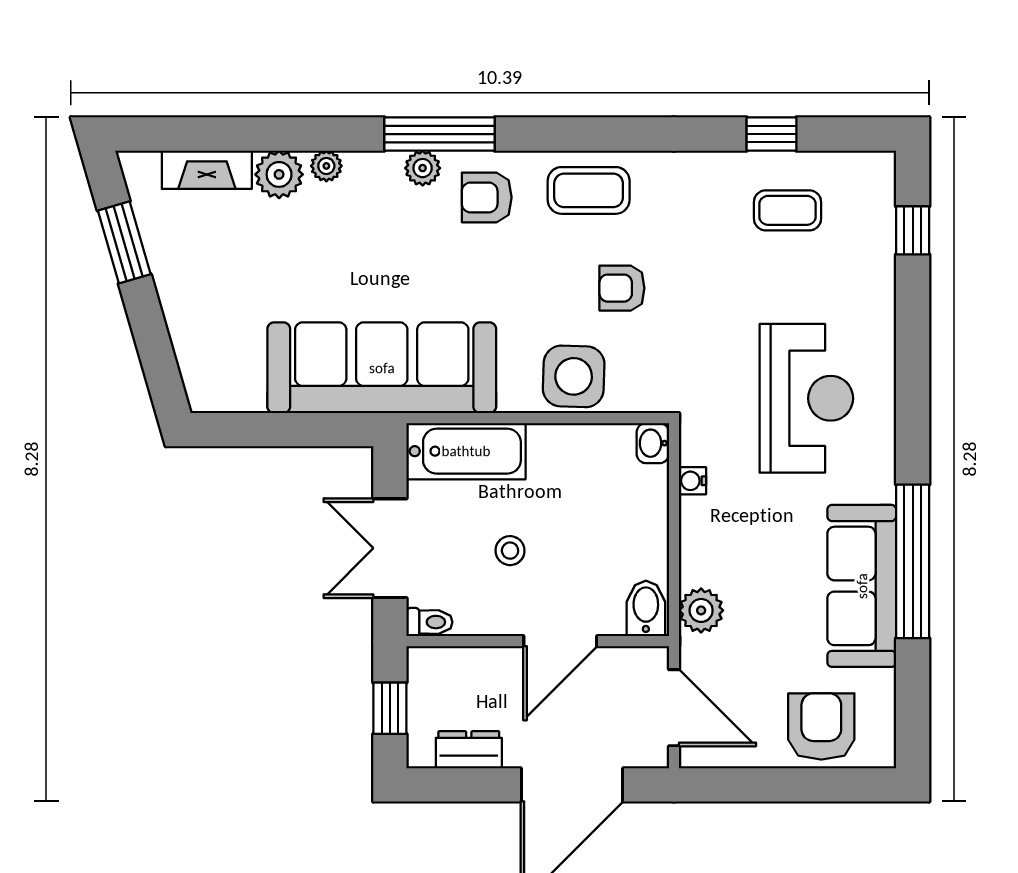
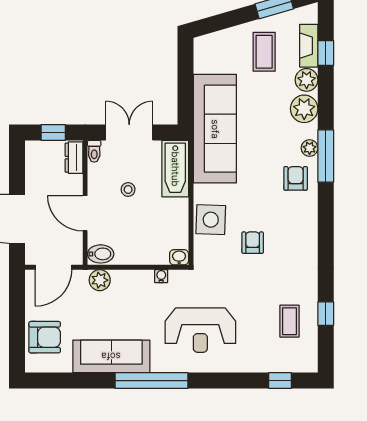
window: (222, 134) -> (326, 53), added
plant: (326, 166) -> (304, 109), width x1.87, depth x1.87
coffee table: (589, 190) -> (264, 52), moved
window: (913, 561) -> (152, 381), moved
dresser: (469, 750) -> (74, 158), moved, turned 180

